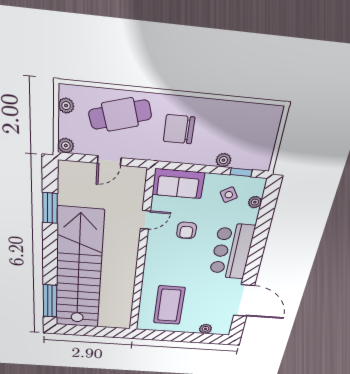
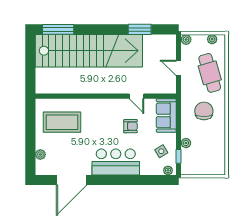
plant: (255, 202) -> (168, 170), moved
armchair: (187, 230) -> (131, 126), turned 180

